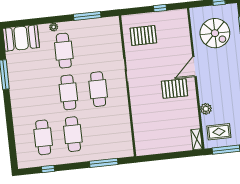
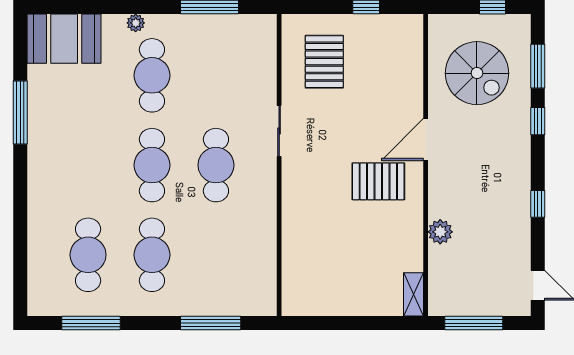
pallet: (143, 35) -> (324, 62), turned 90
rug: (219, 132) -> (463, 283), removed
window: (48, 169) -> (91, 323), width x2.17

